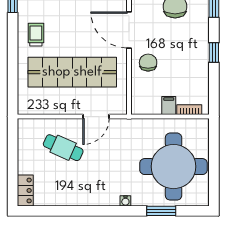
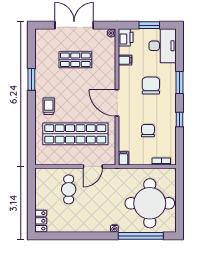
chair: (148, 63) -> (148, 131), moved
filing cabinet: (169, 105) -> (123, 158), moved
cafe table: (63, 148) -> (69, 189), turned 66
window: (161, 211) -> (141, 236), width x2.11

